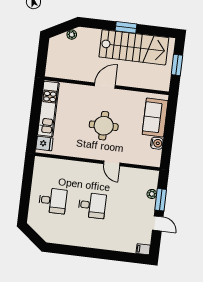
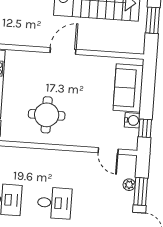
round table: (104, 126) -> (47, 115), moved
window: (167, 150) -> (145, 128), added
door: (112, 163) -> (108, 151), moved

